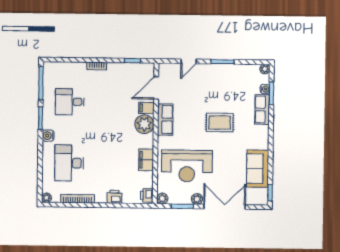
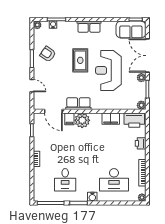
armchair: (228, 82) -> (48, 54), added
row of seats: (262, 109) -> (89, 27), moved
reception desk: (187, 166) -> (108, 70), moved, turned 180
sofa: (258, 169) -> (131, 30), moved
printer: (147, 195) -> (134, 120), width x1.87, depth x1.48

